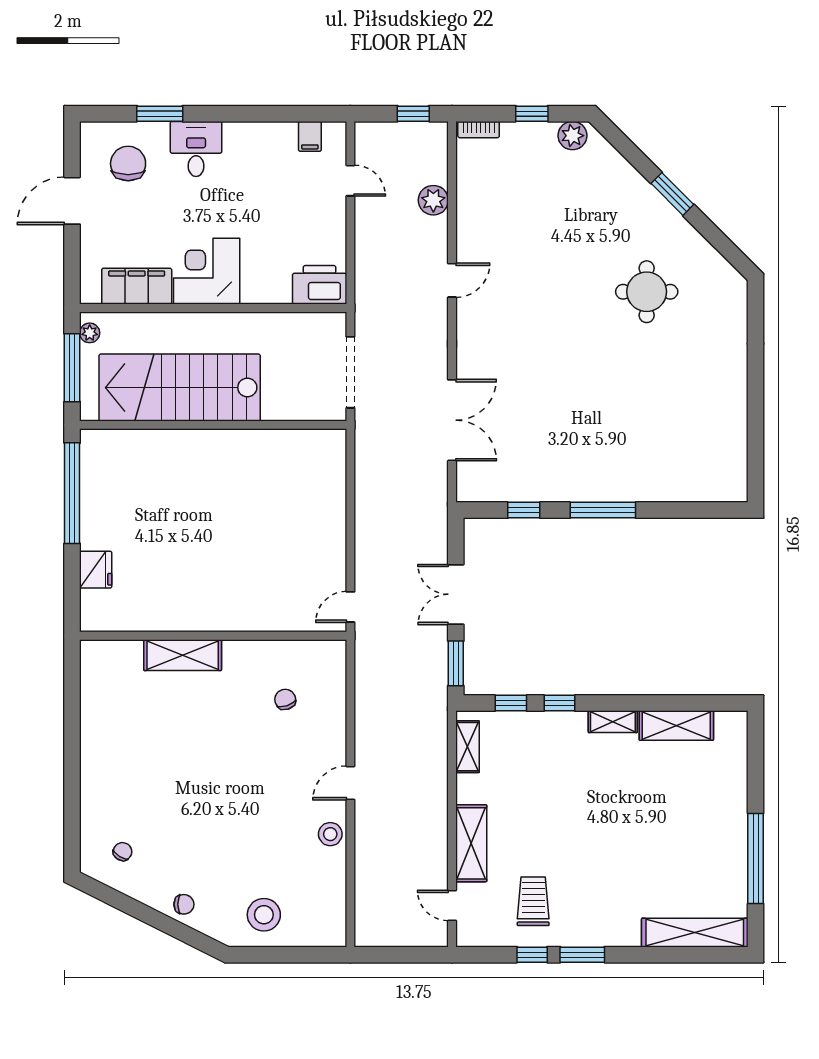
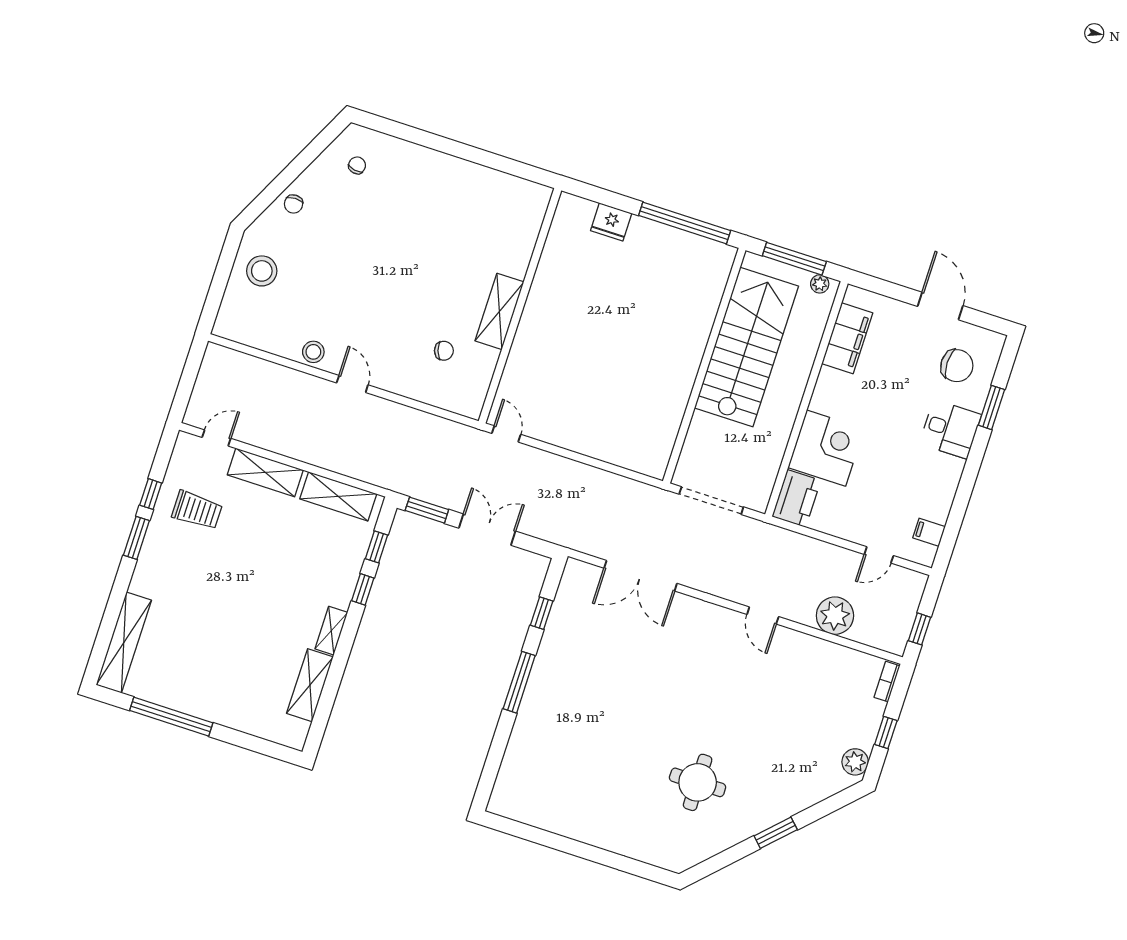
plant: (433, 200) -> (835, 616), width x1.36, depth x1.36
corner desk: (207, 271) -> (826, 448), moved
shelving: (183, 655) -> (499, 311), moved
shelving: (467, 747) -> (338, 496), width x1.50, depth x1.33
chair: (123, 852) -> (357, 165), turned -112

